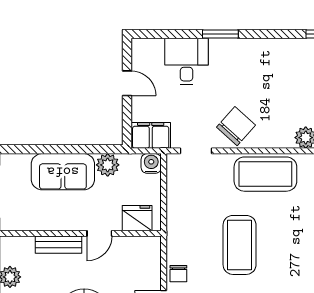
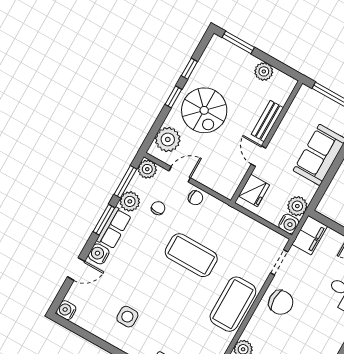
chair: (236, 126) -> (281, 302), turned -42
plant: (108, 165) -> (297, 206), moved
chair: (178, 274) -> (196, 198), turned 180

